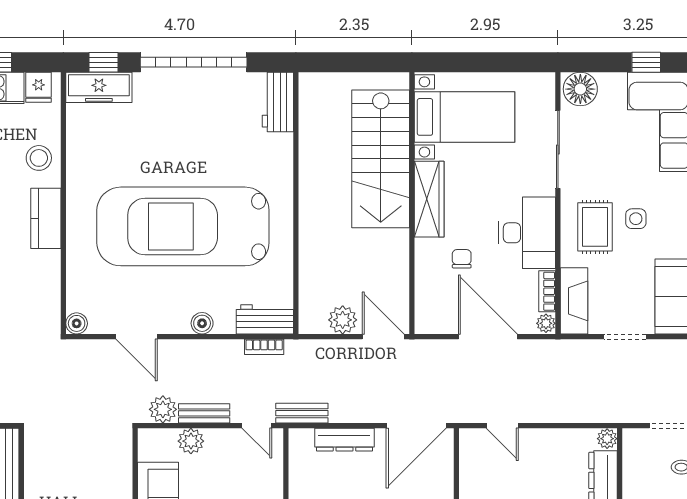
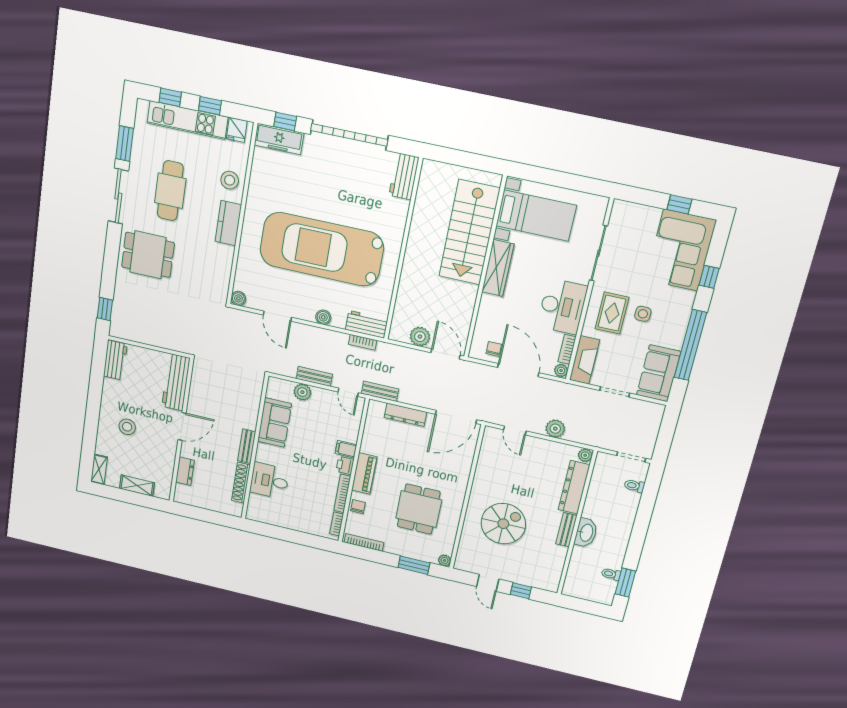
floor lamp: (580, 89) -> (626, 213), removed
chair: (462, 259) -> (494, 349), moved
plant: (163, 409) -> (555, 429), moved

